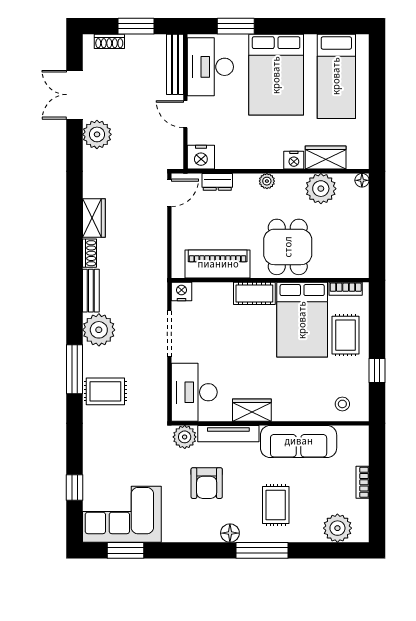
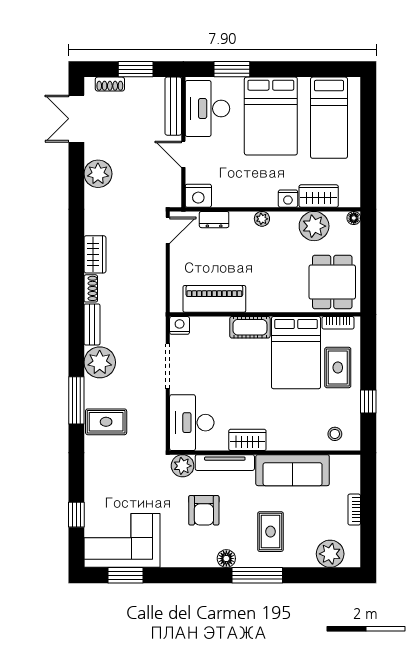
double door: (75, 95) -> (76, 119), moved
dining table: (288, 247) -> (332, 282), moved

